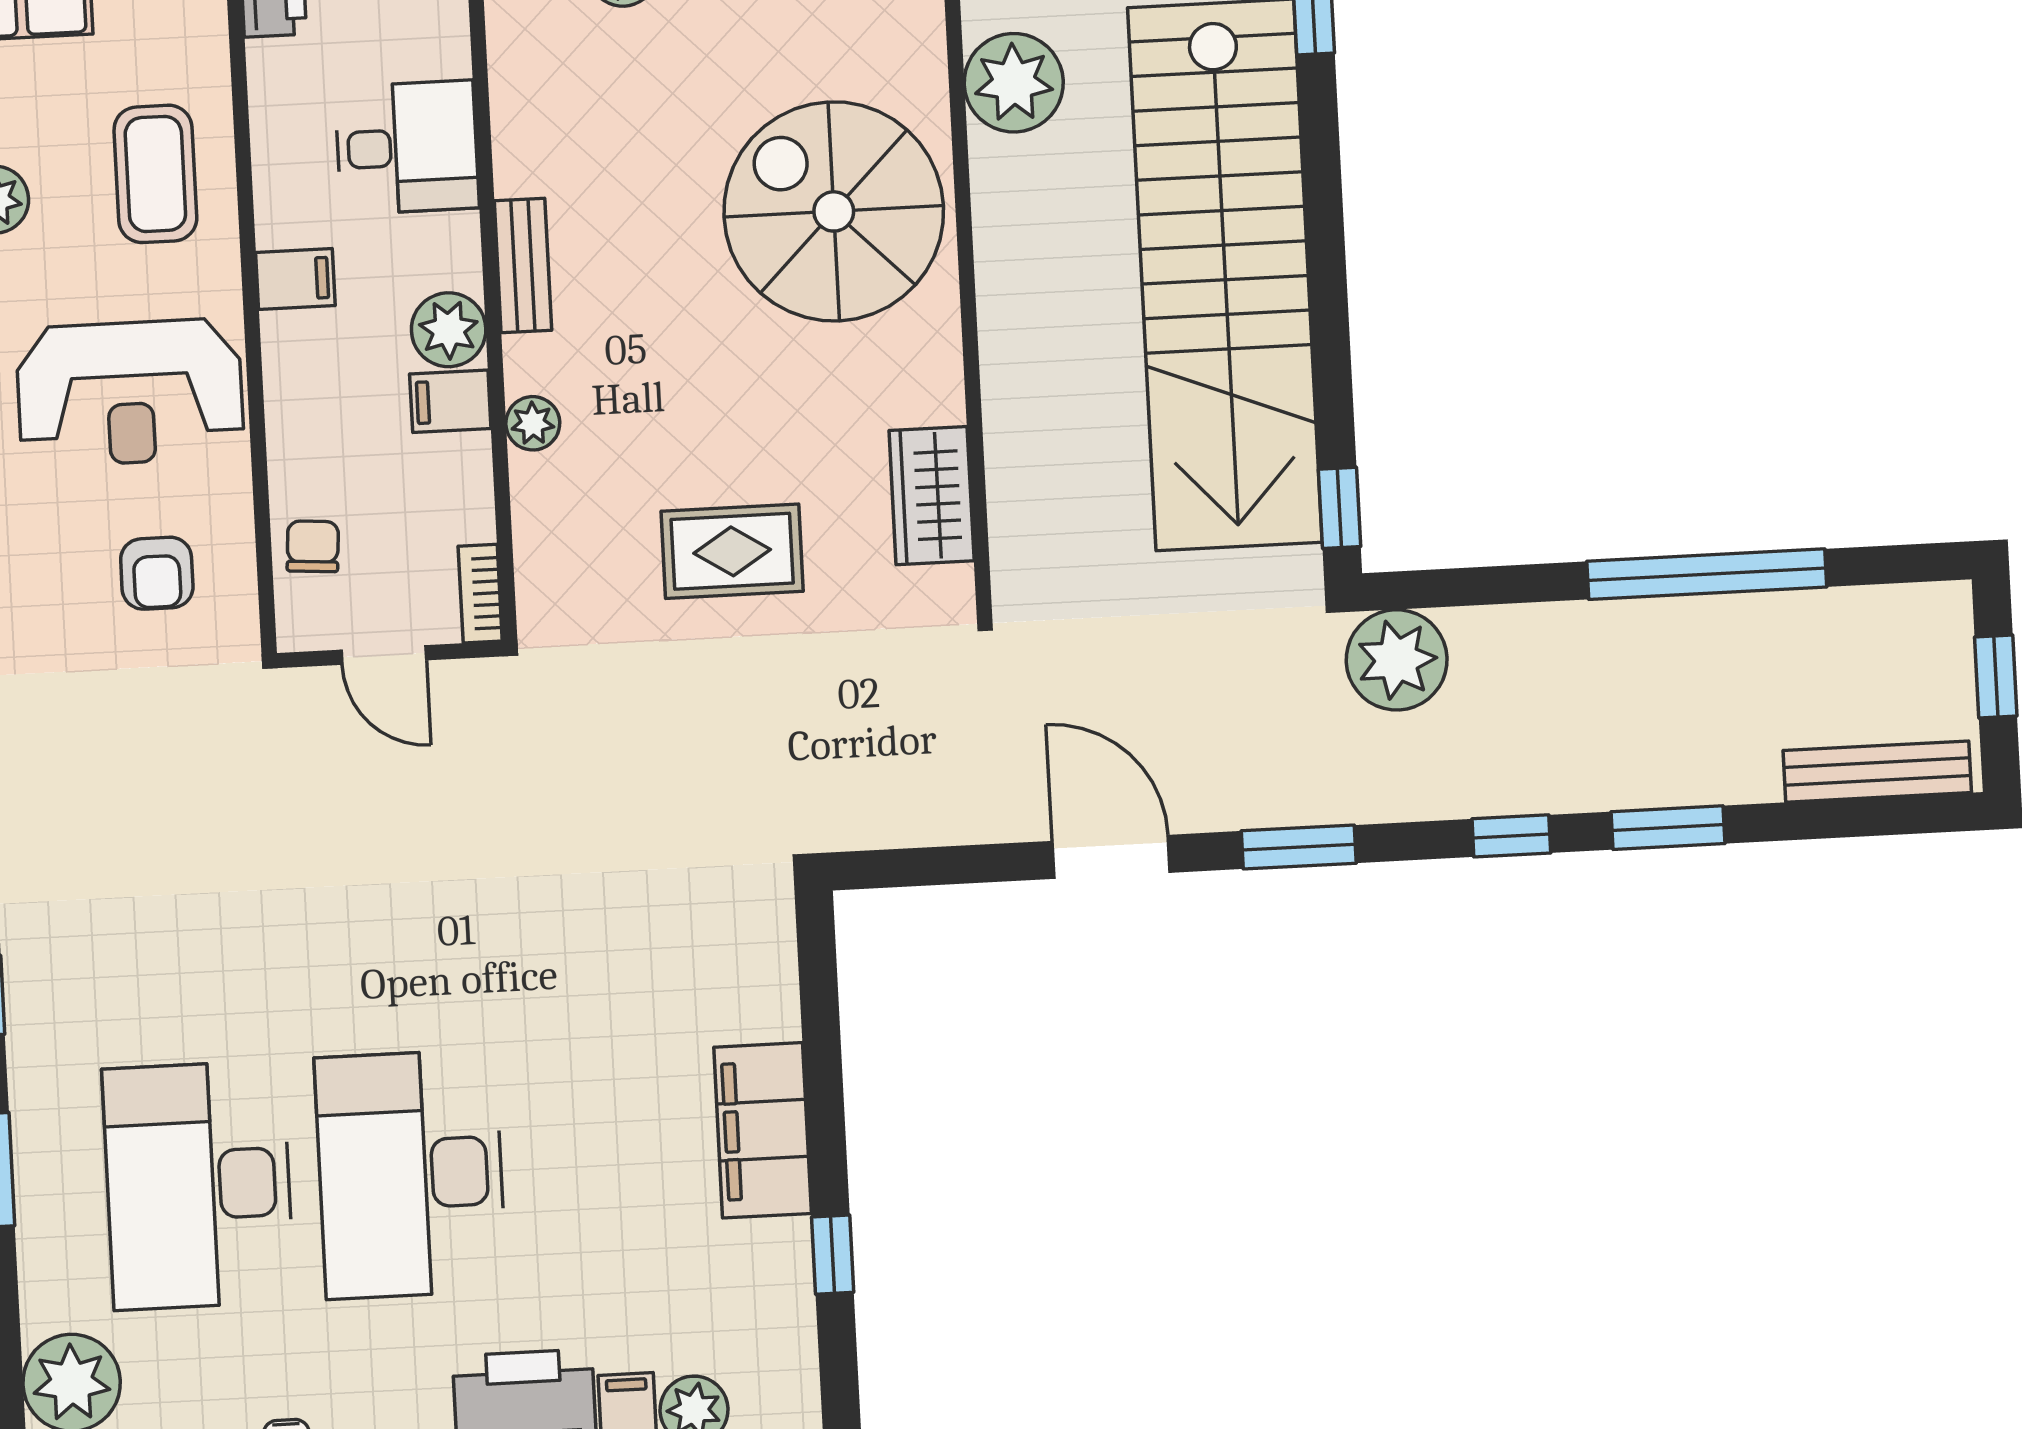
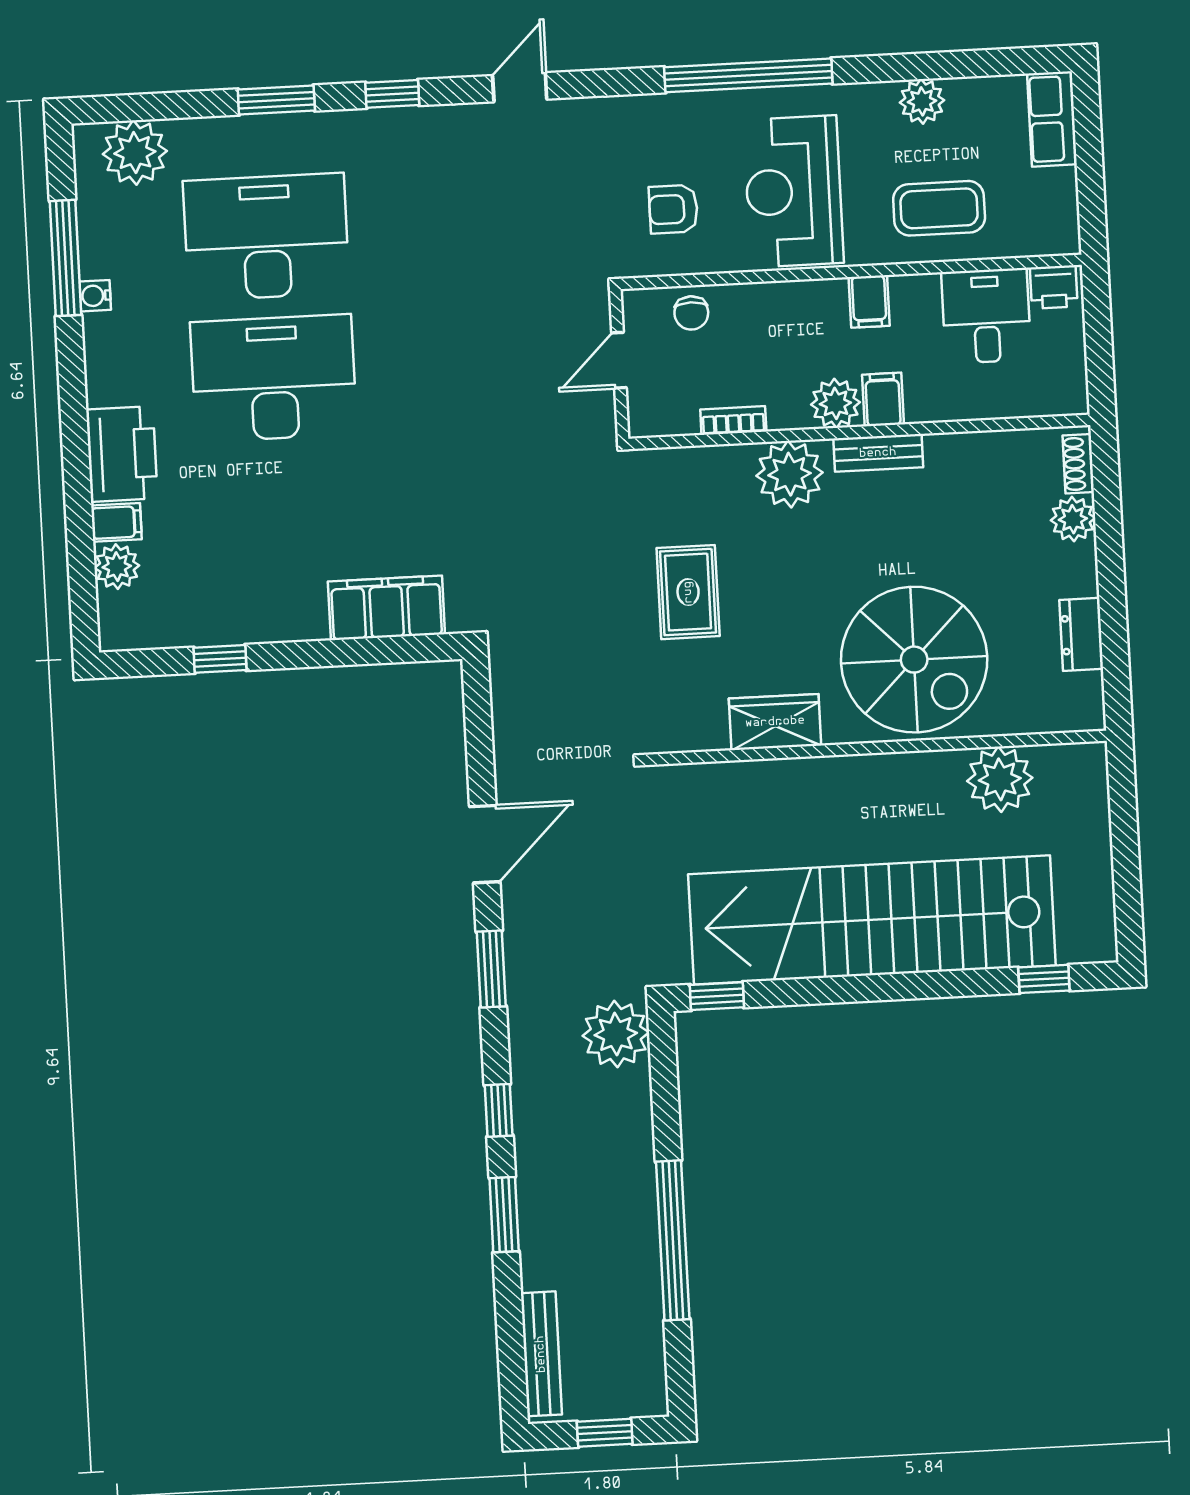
desk: (407, 147) -> (986, 316), moved, turned 180
spiral stairs: (834, 211) -> (914, 660), turned 90
filing cabinet: (450, 401) -> (883, 400), moved
plant: (533, 423) -> (790, 474), width x1.87, depth x1.87
wardrobe: (932, 496) -> (775, 722), moved
chair: (313, 546) -> (691, 313), turned 86
bookcase: (480, 594) -> (733, 420), moved
filing cabinet: (763, 1130) -> (386, 608), moved

